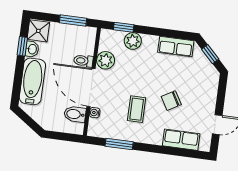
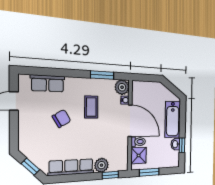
shower: (38, 31) -> (139, 156), moved
row of seats: (176, 46) -> (71, 167), width x1.48
plant: (106, 60) -> (122, 87), moved
bidet: (75, 114) -> (140, 97), removed

